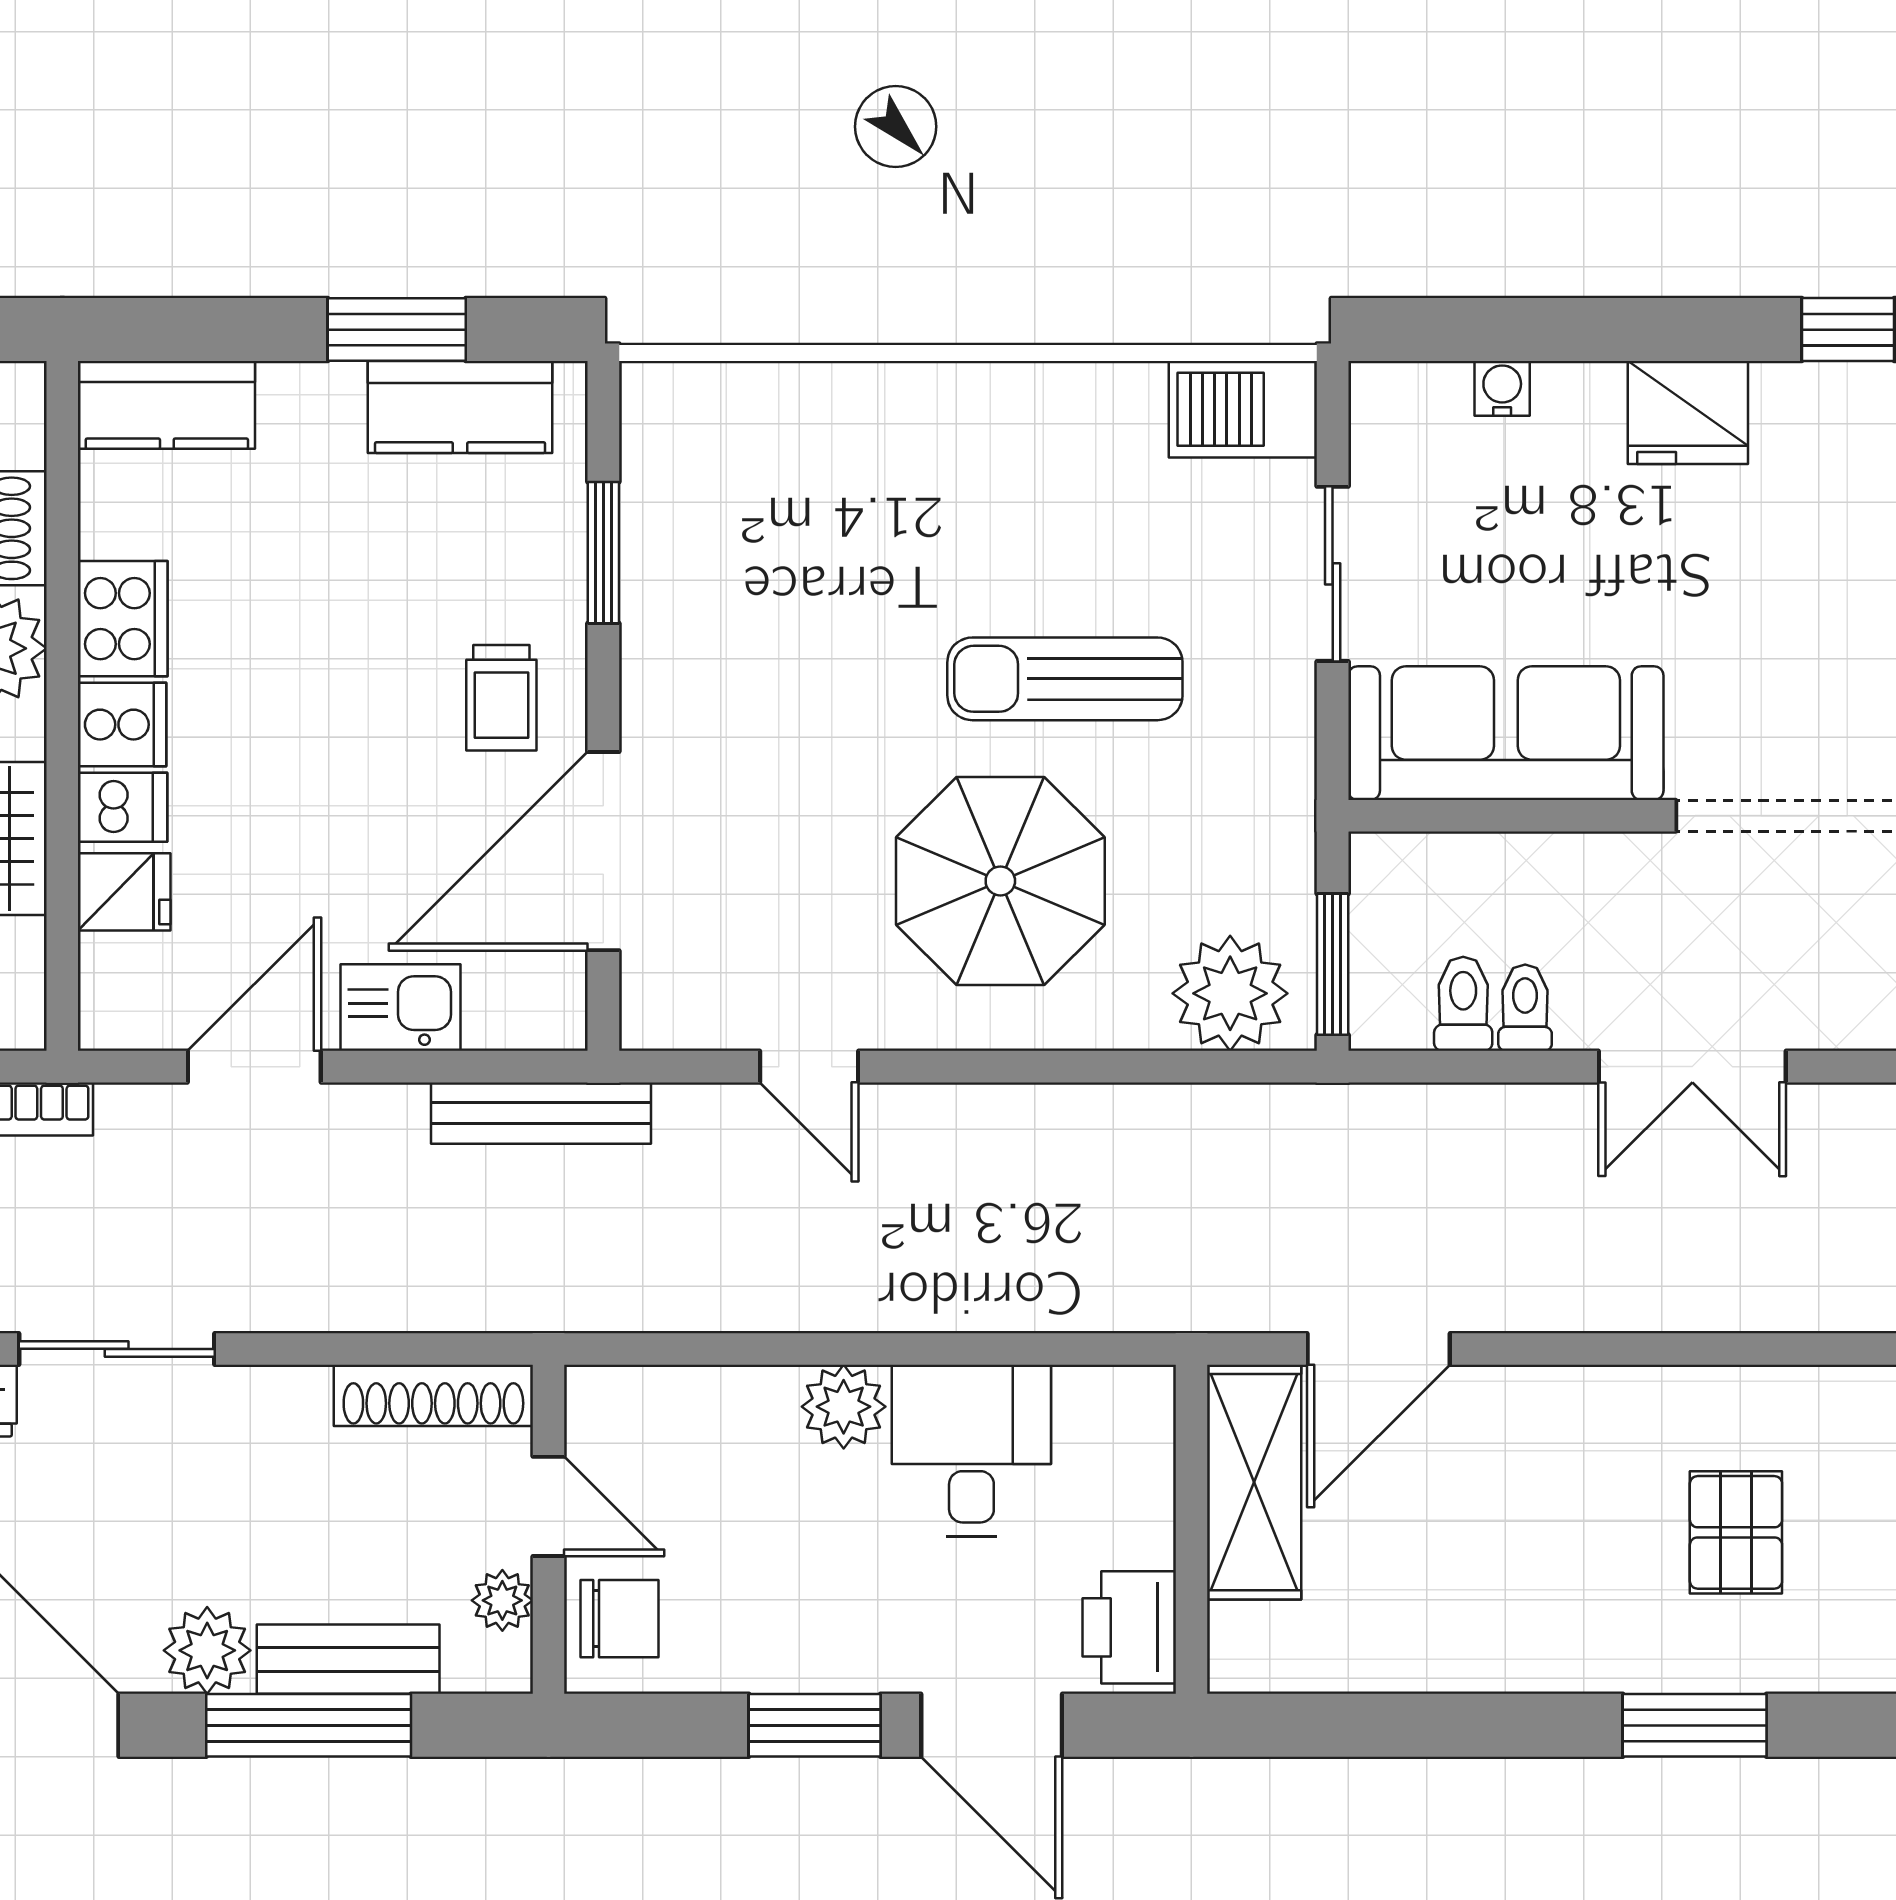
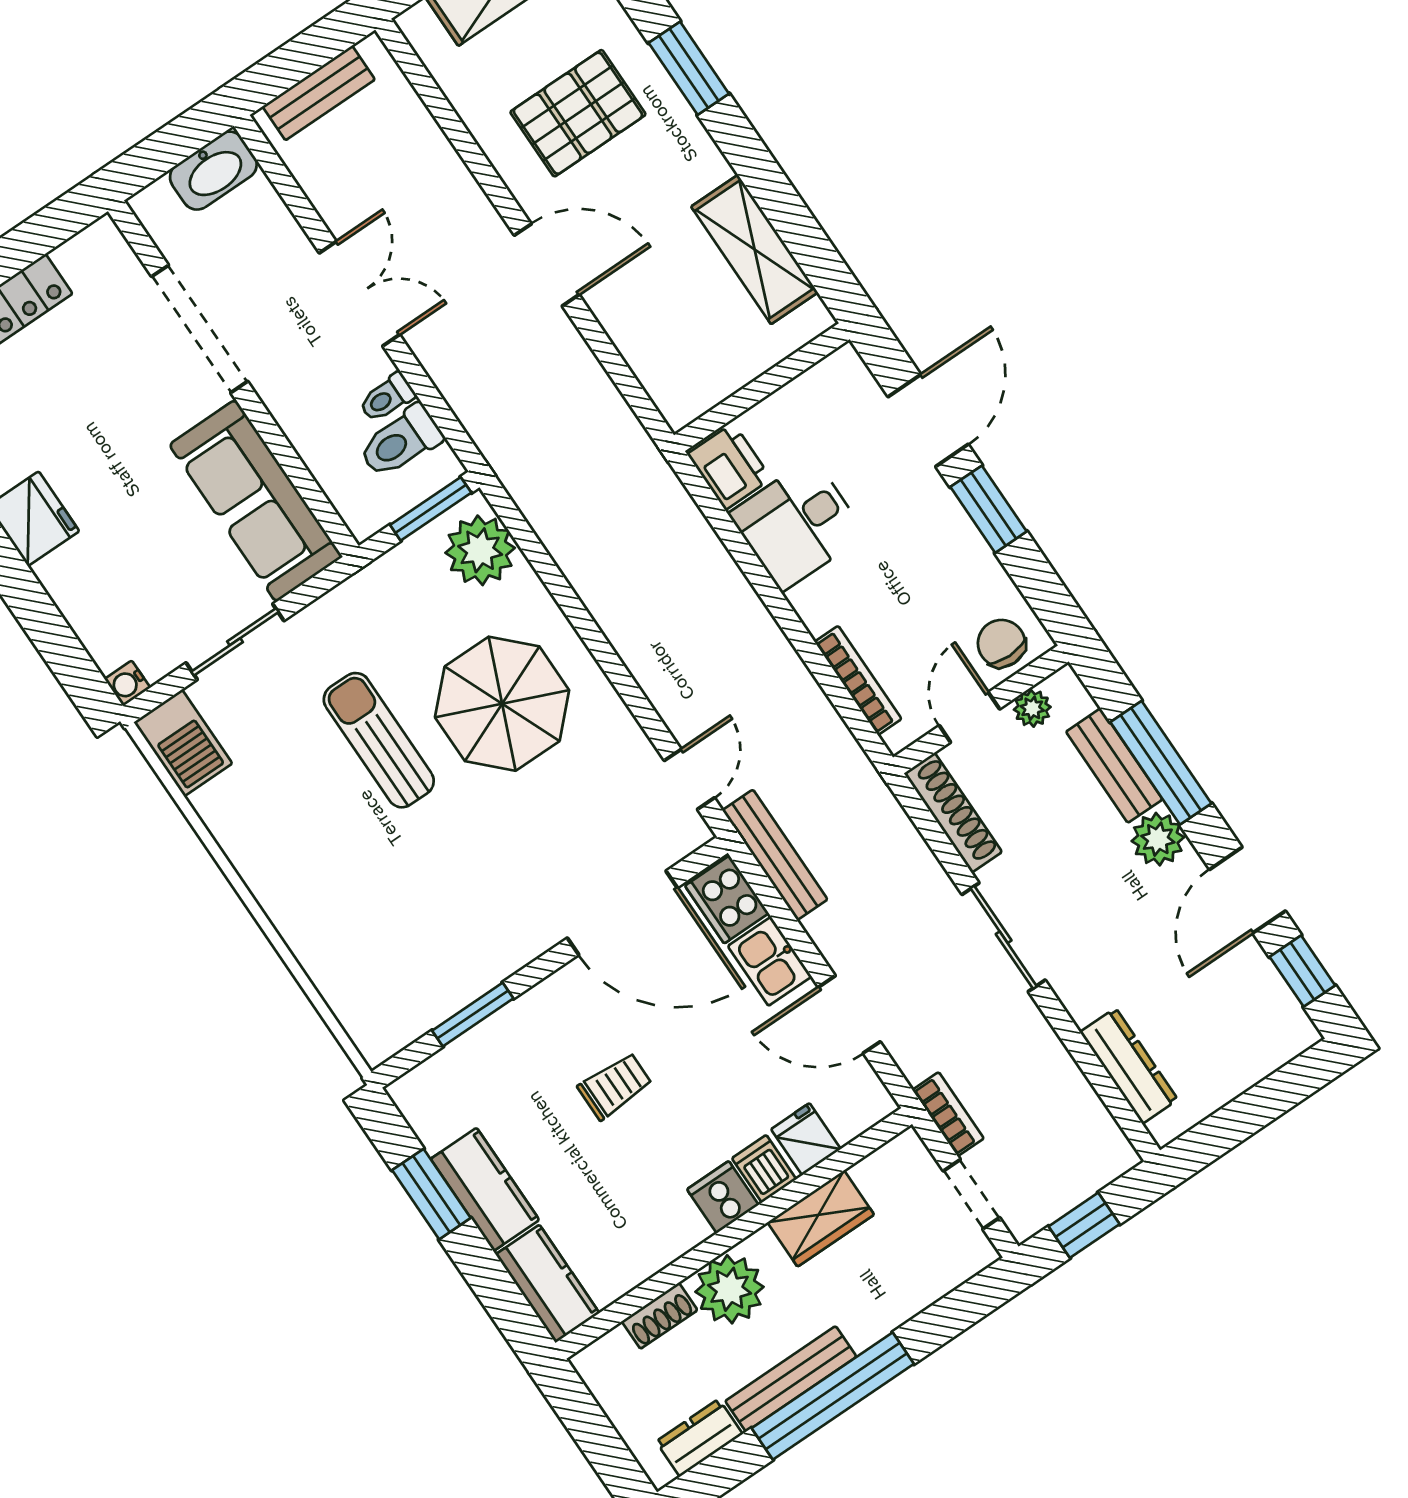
water cooler: (1502, 388) -> (127, 683), moved
kitchen counter: (460, 407) -> (485, 1189), moved
cooker: (123, 619) -> (727, 900), moved, turned -90
sun lounger: (1065, 679) -> (379, 740), turned 180
trolley: (501, 698) -> (615, 1086), moved
toilet: (1463, 1004) -> (401, 442), width x1.37, depth x1.39
door: (809, 1067) -> (689, 779), moved
sliding door: (117, 1349) -> (1004, 937), moved
door: (1379, 1349) -> (547, 265), moved
bookcase: (702, 1389) -> (858, 680), added
plant: (844, 1407) -> (819, 603), removed
shelving: (1254, 1482) -> (755, 249), moved, turned 90
pallet: (1736, 1532) -> (578, 113), width x1.50, depth x1.42
printer: (1129, 1627) -> (729, 466), moved, turned -90

